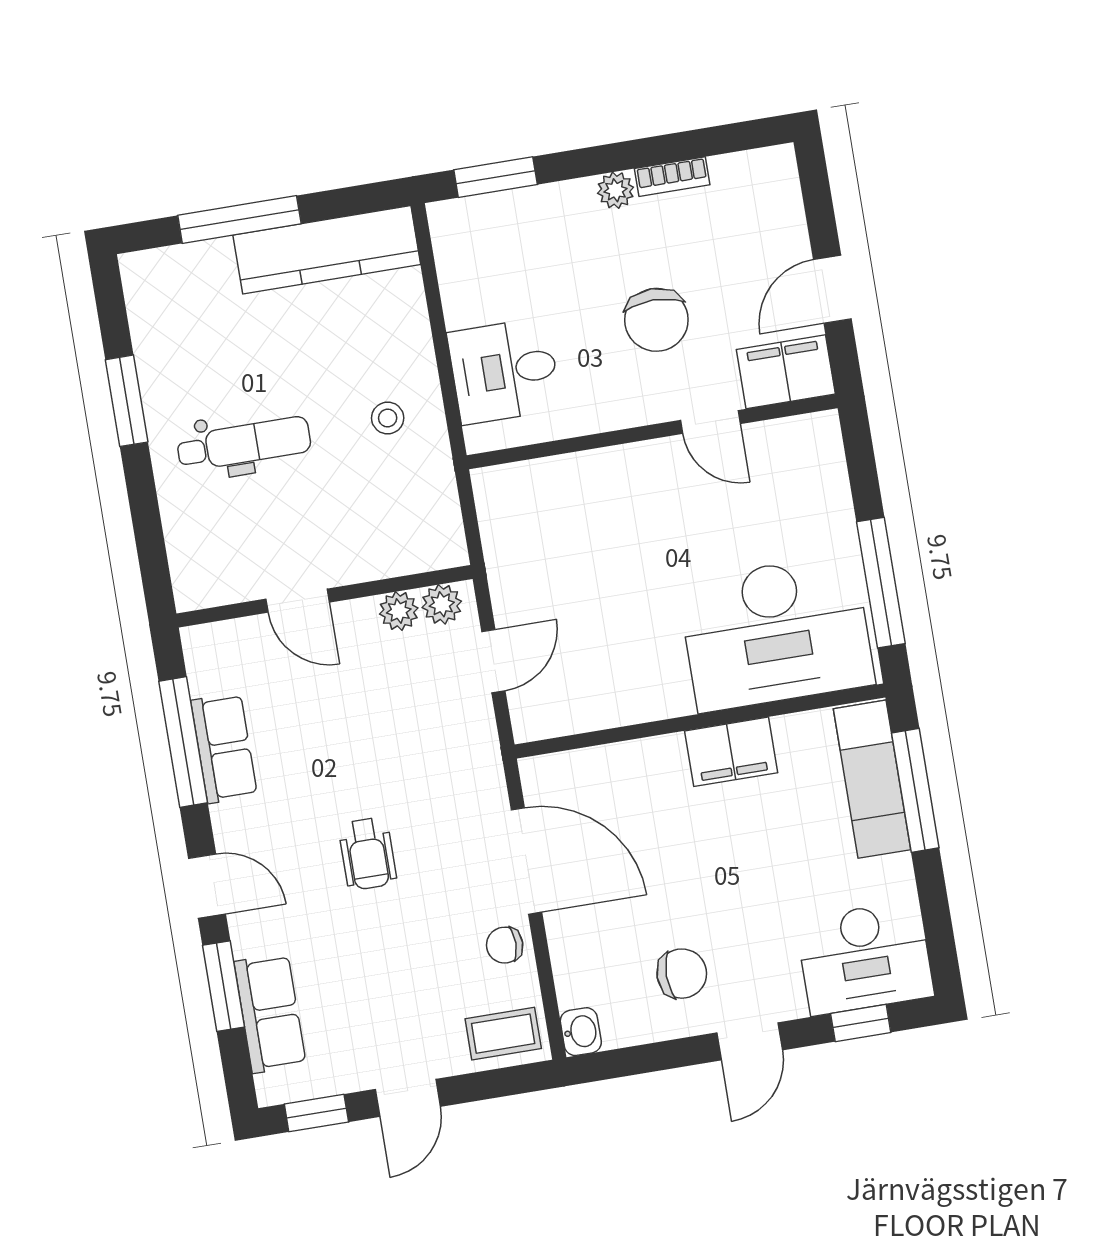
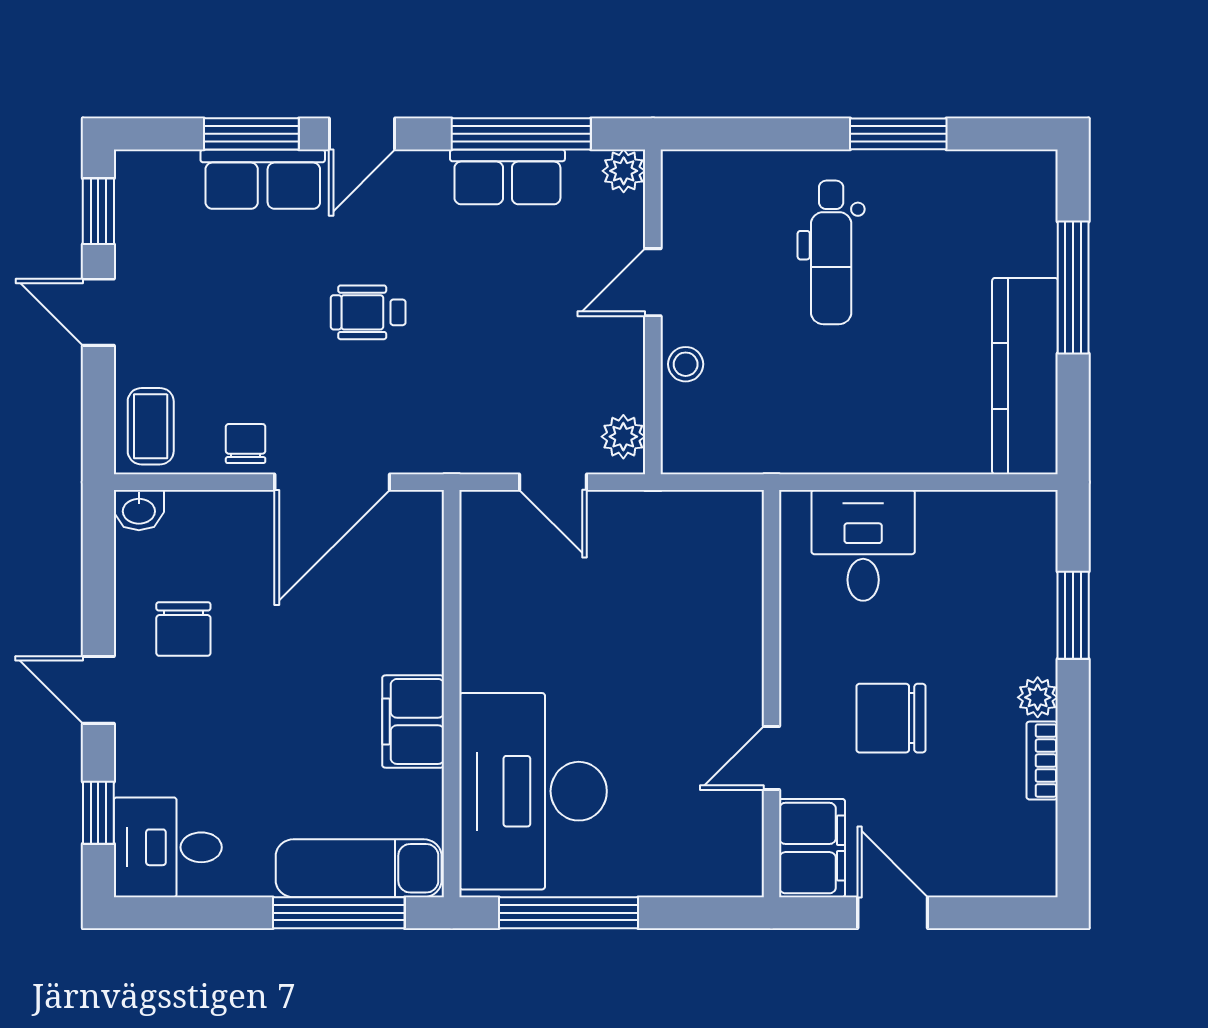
window: (496, 177) -> (1073, 615), moved
stool: (388, 418) -> (686, 364), moved
plant: (399, 611) -> (624, 171), moved
desk: (865, 958) -> (168, 847), width x0.73
row of seats: (270, 1013) -> (263, 179), moved

